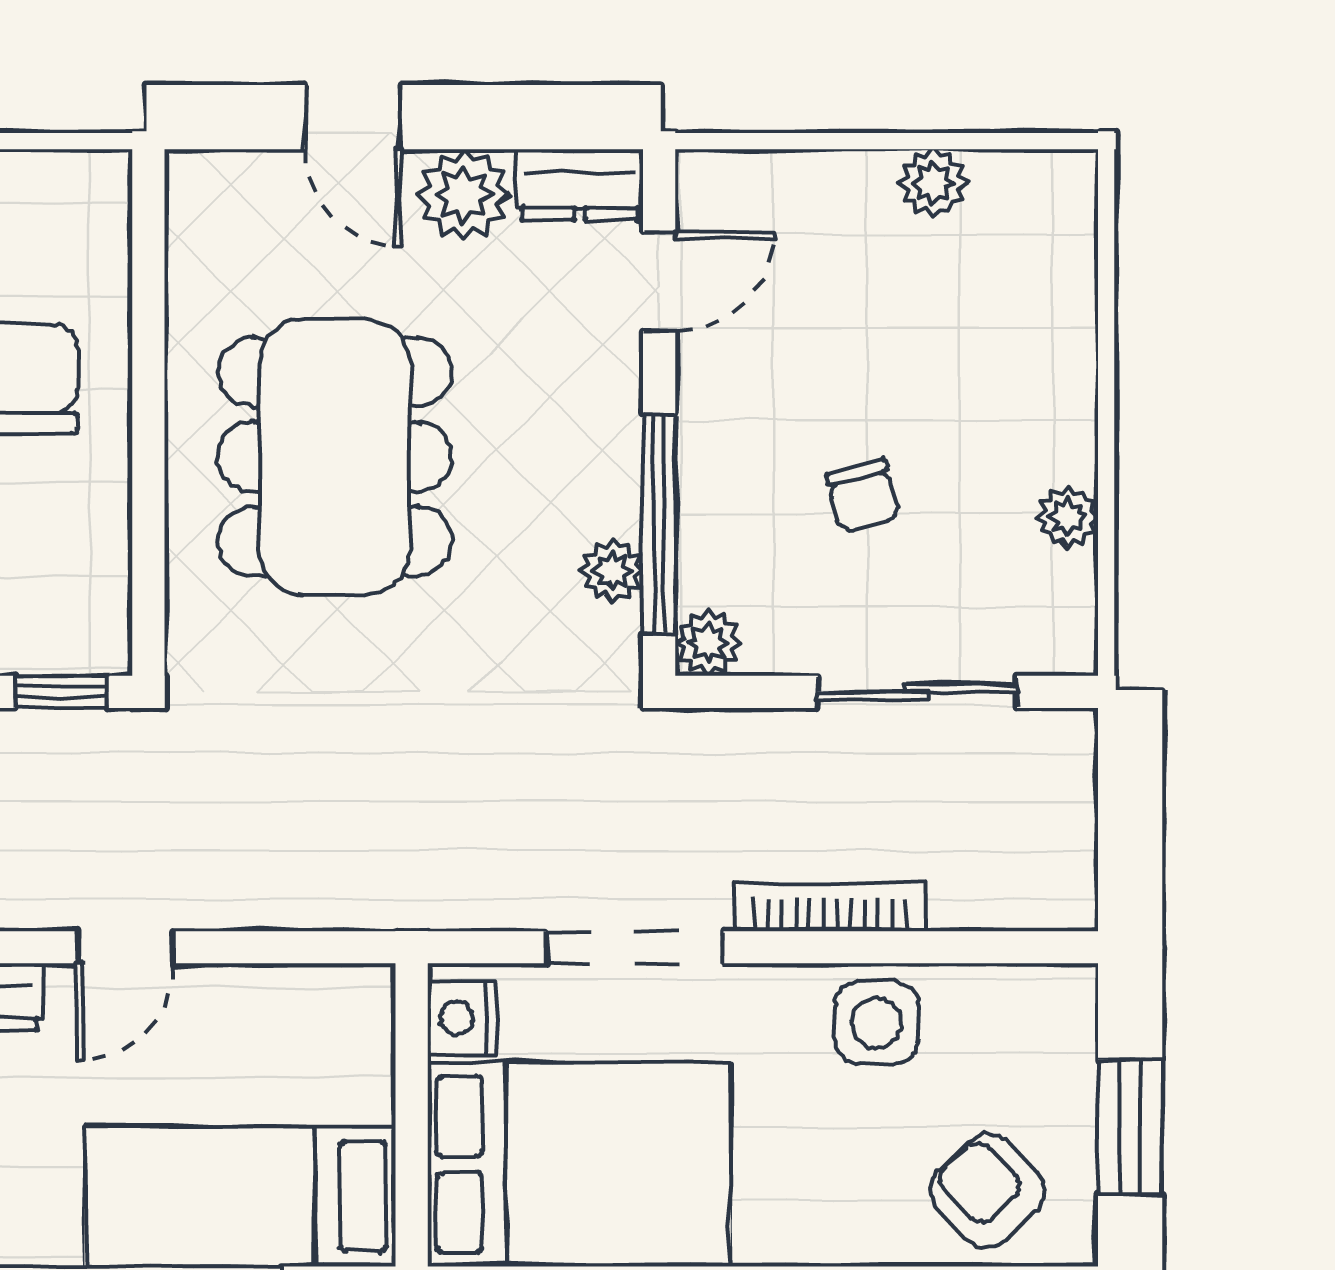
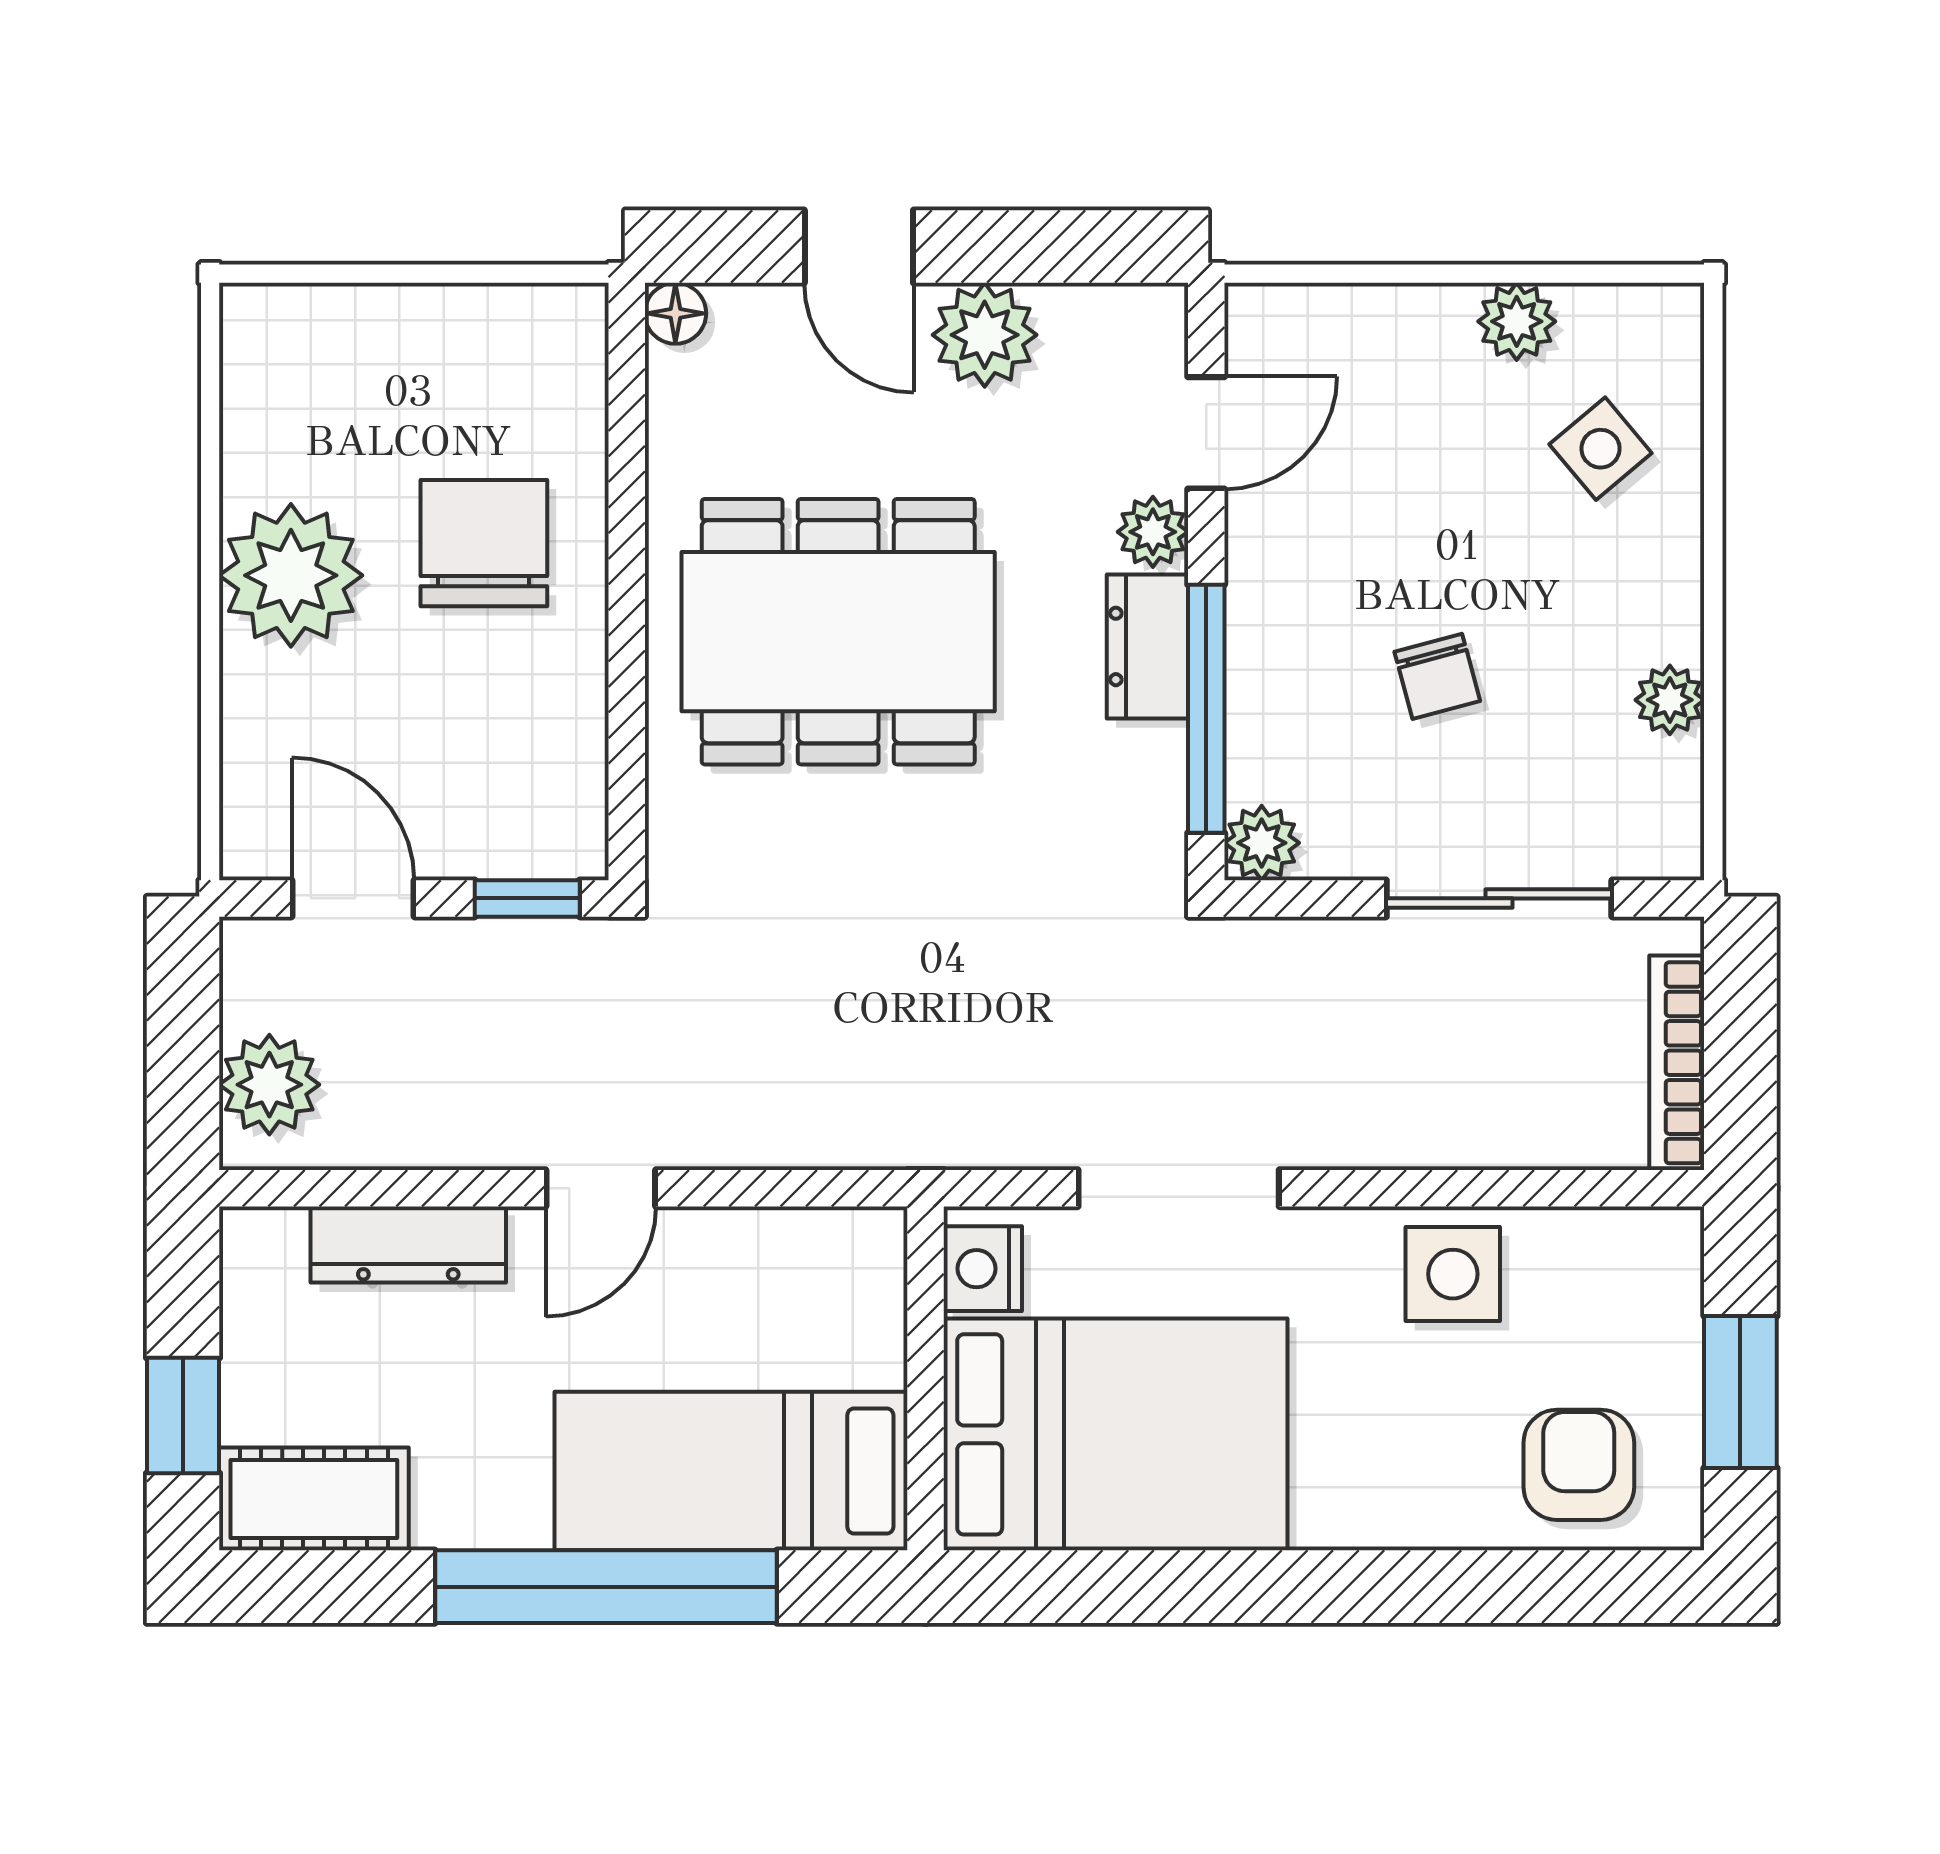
floor lamp: (191, 176) -> (675, 313), added
dresser: (580, 185) -> (1148, 646), moved, turned 90
side table: (1007, 295) -> (1601, 449), added
dining table: (335, 457) -> (838, 632), turned 90
plant: (612, 571) -> (1153, 532), moved
bookcase: (830, 907) -> (1677, 1063), moved, turned -90
armchair: (988, 1191) -> (1579, 1465), turned 43

